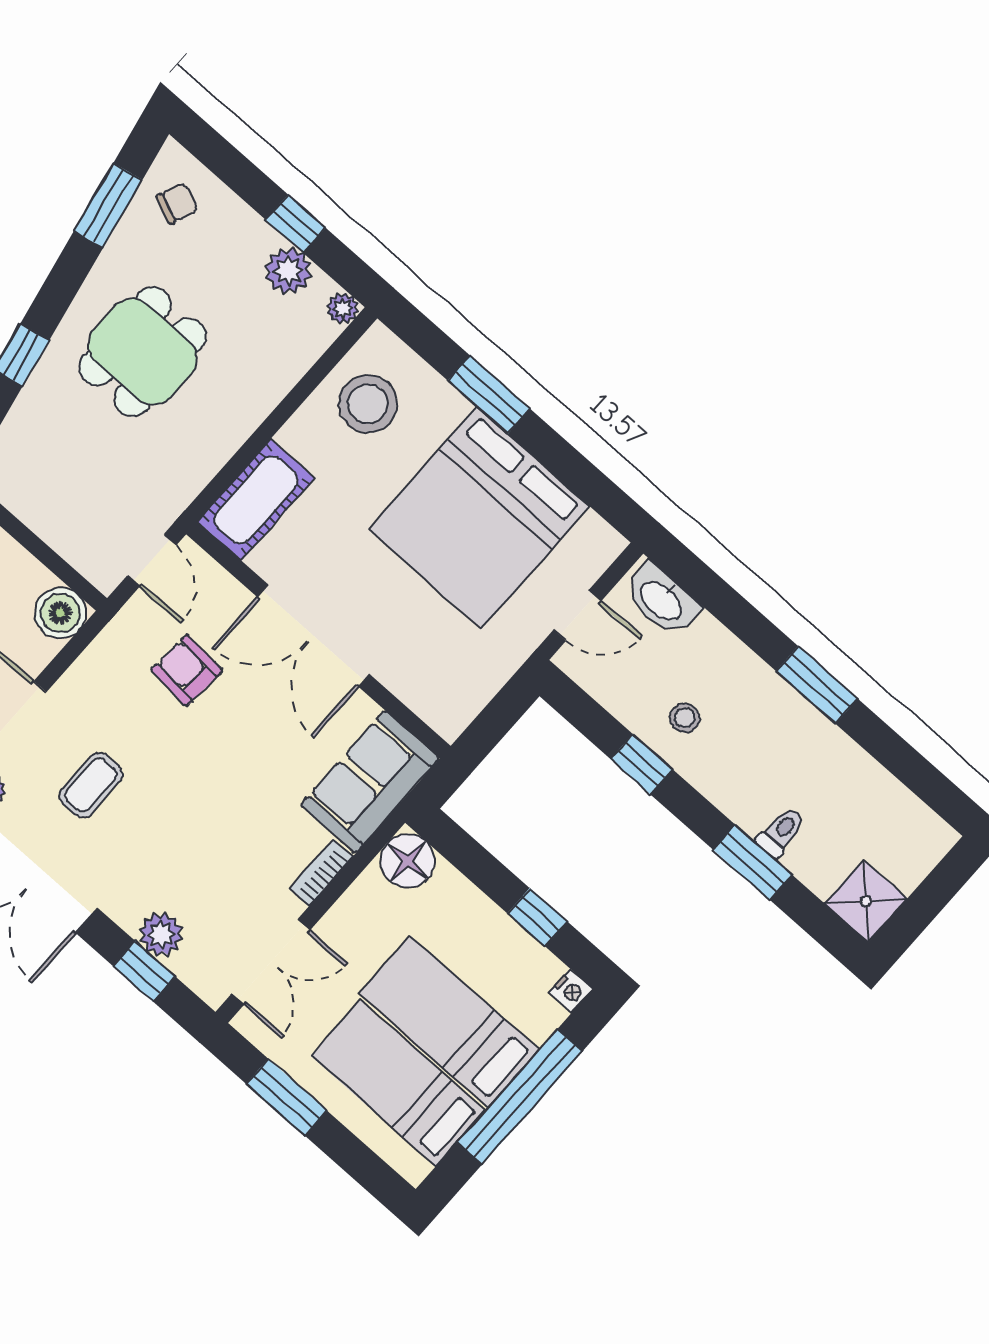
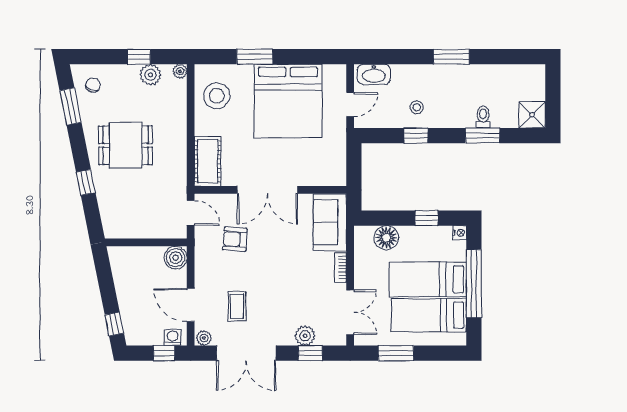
dining table: (142, 352) -> (126, 145), turned 90
floor lamp: (407, 861) -> (386, 238), moved

